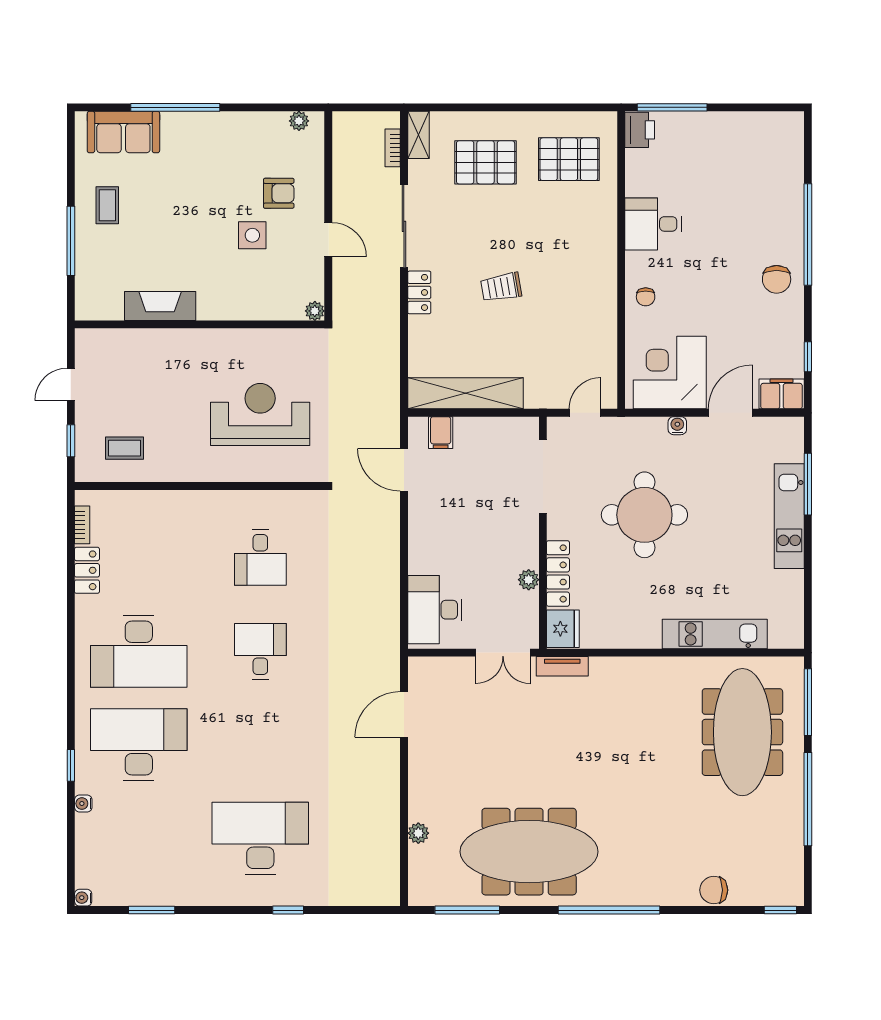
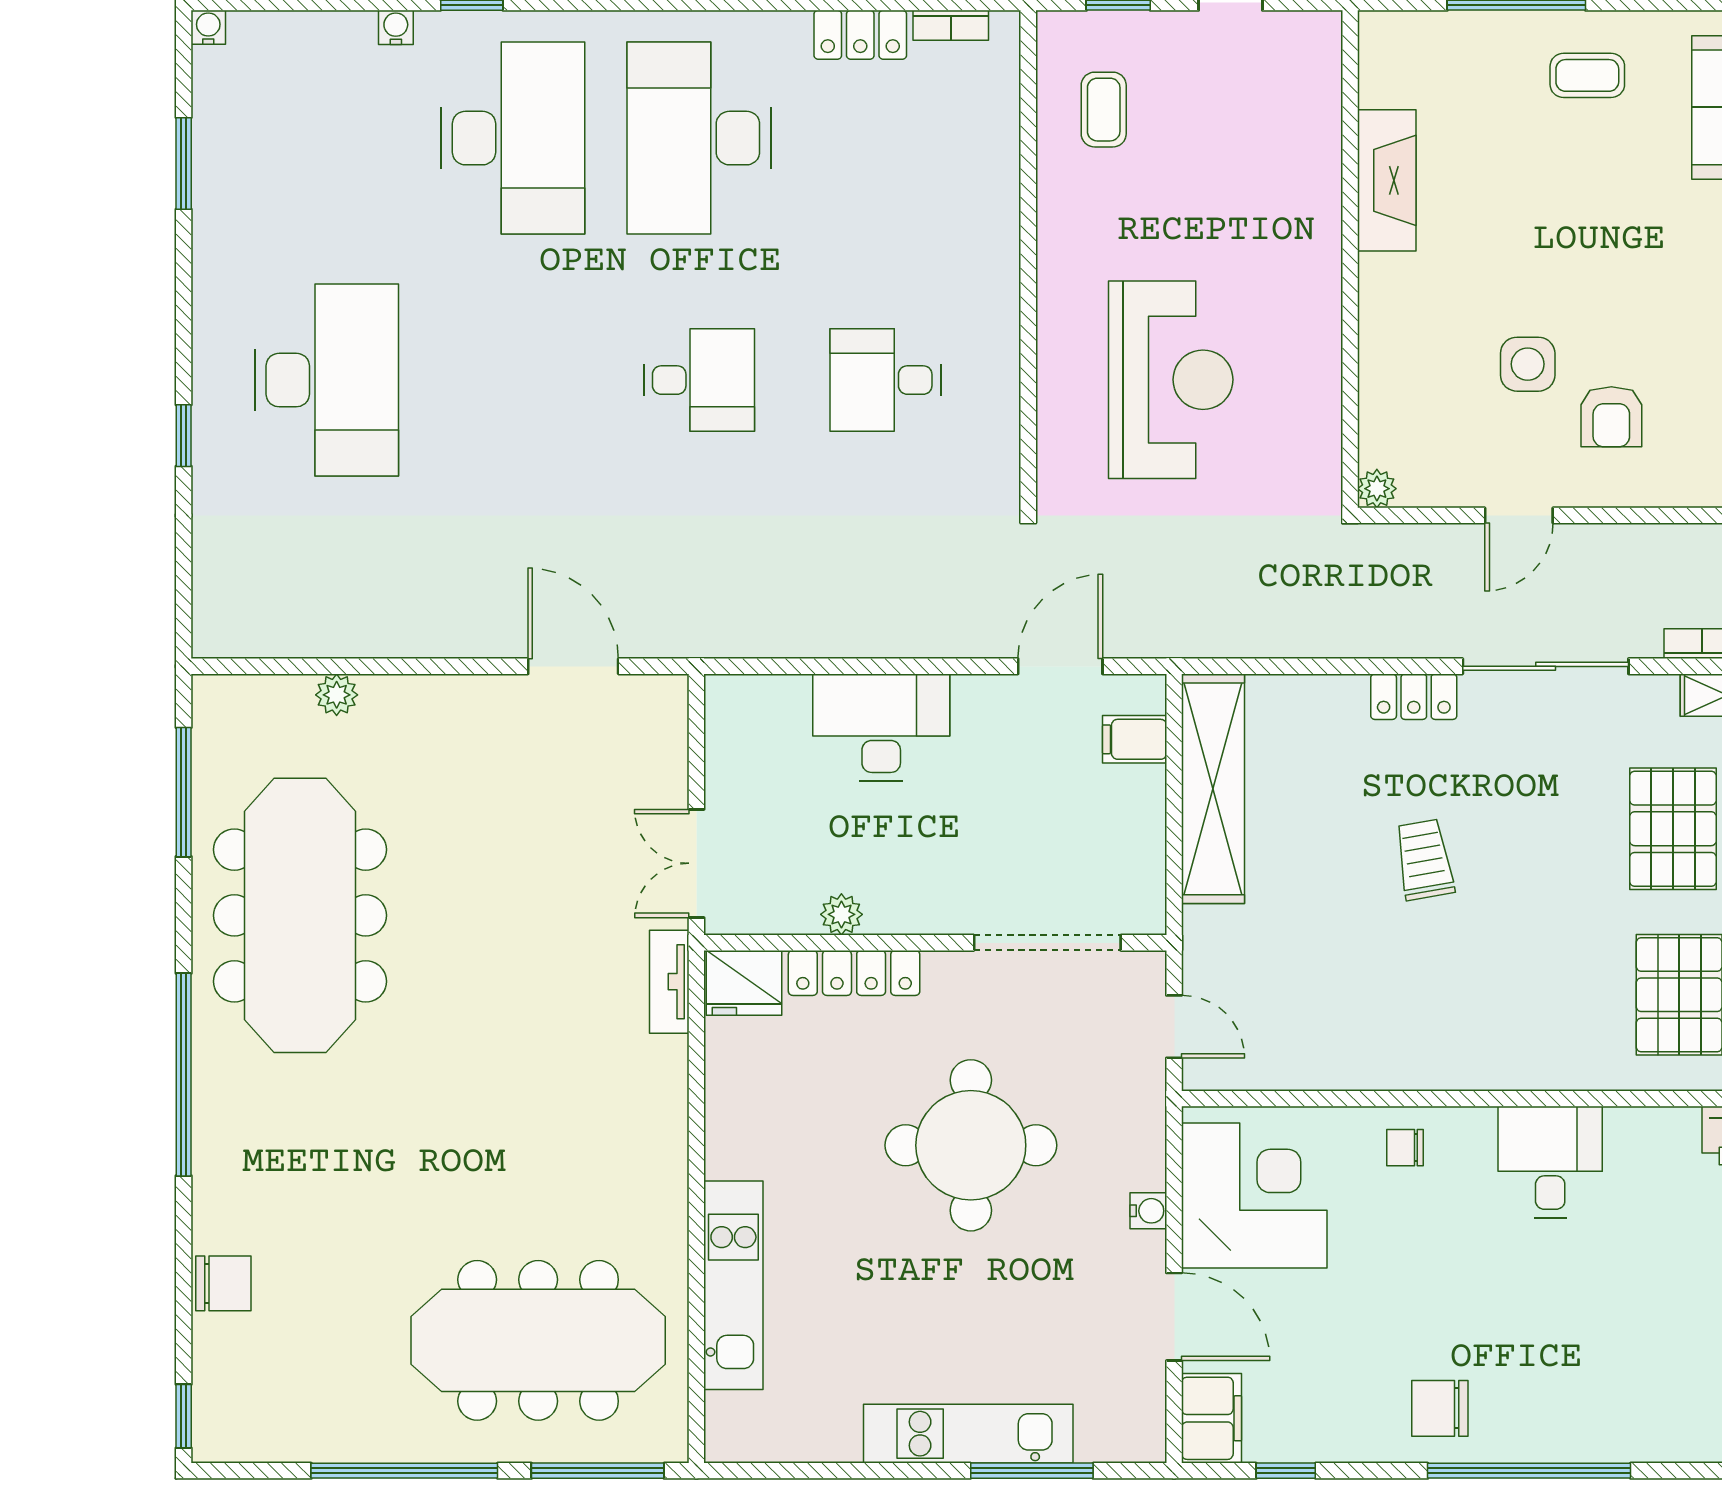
desk: (435, 610) -> (881, 727), moved
chair: (714, 890) -> (223, 1283), turned 90

